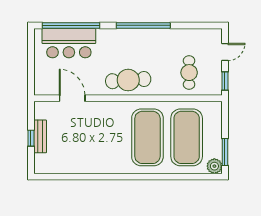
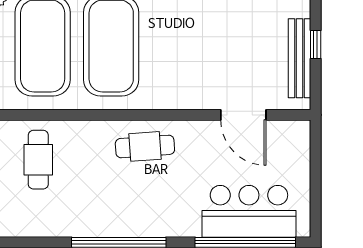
cafe table: (128, 80) -> (145, 146), width x0.73, depth x0.74
bench: (40, 136) -> (299, 58), width x1.36

